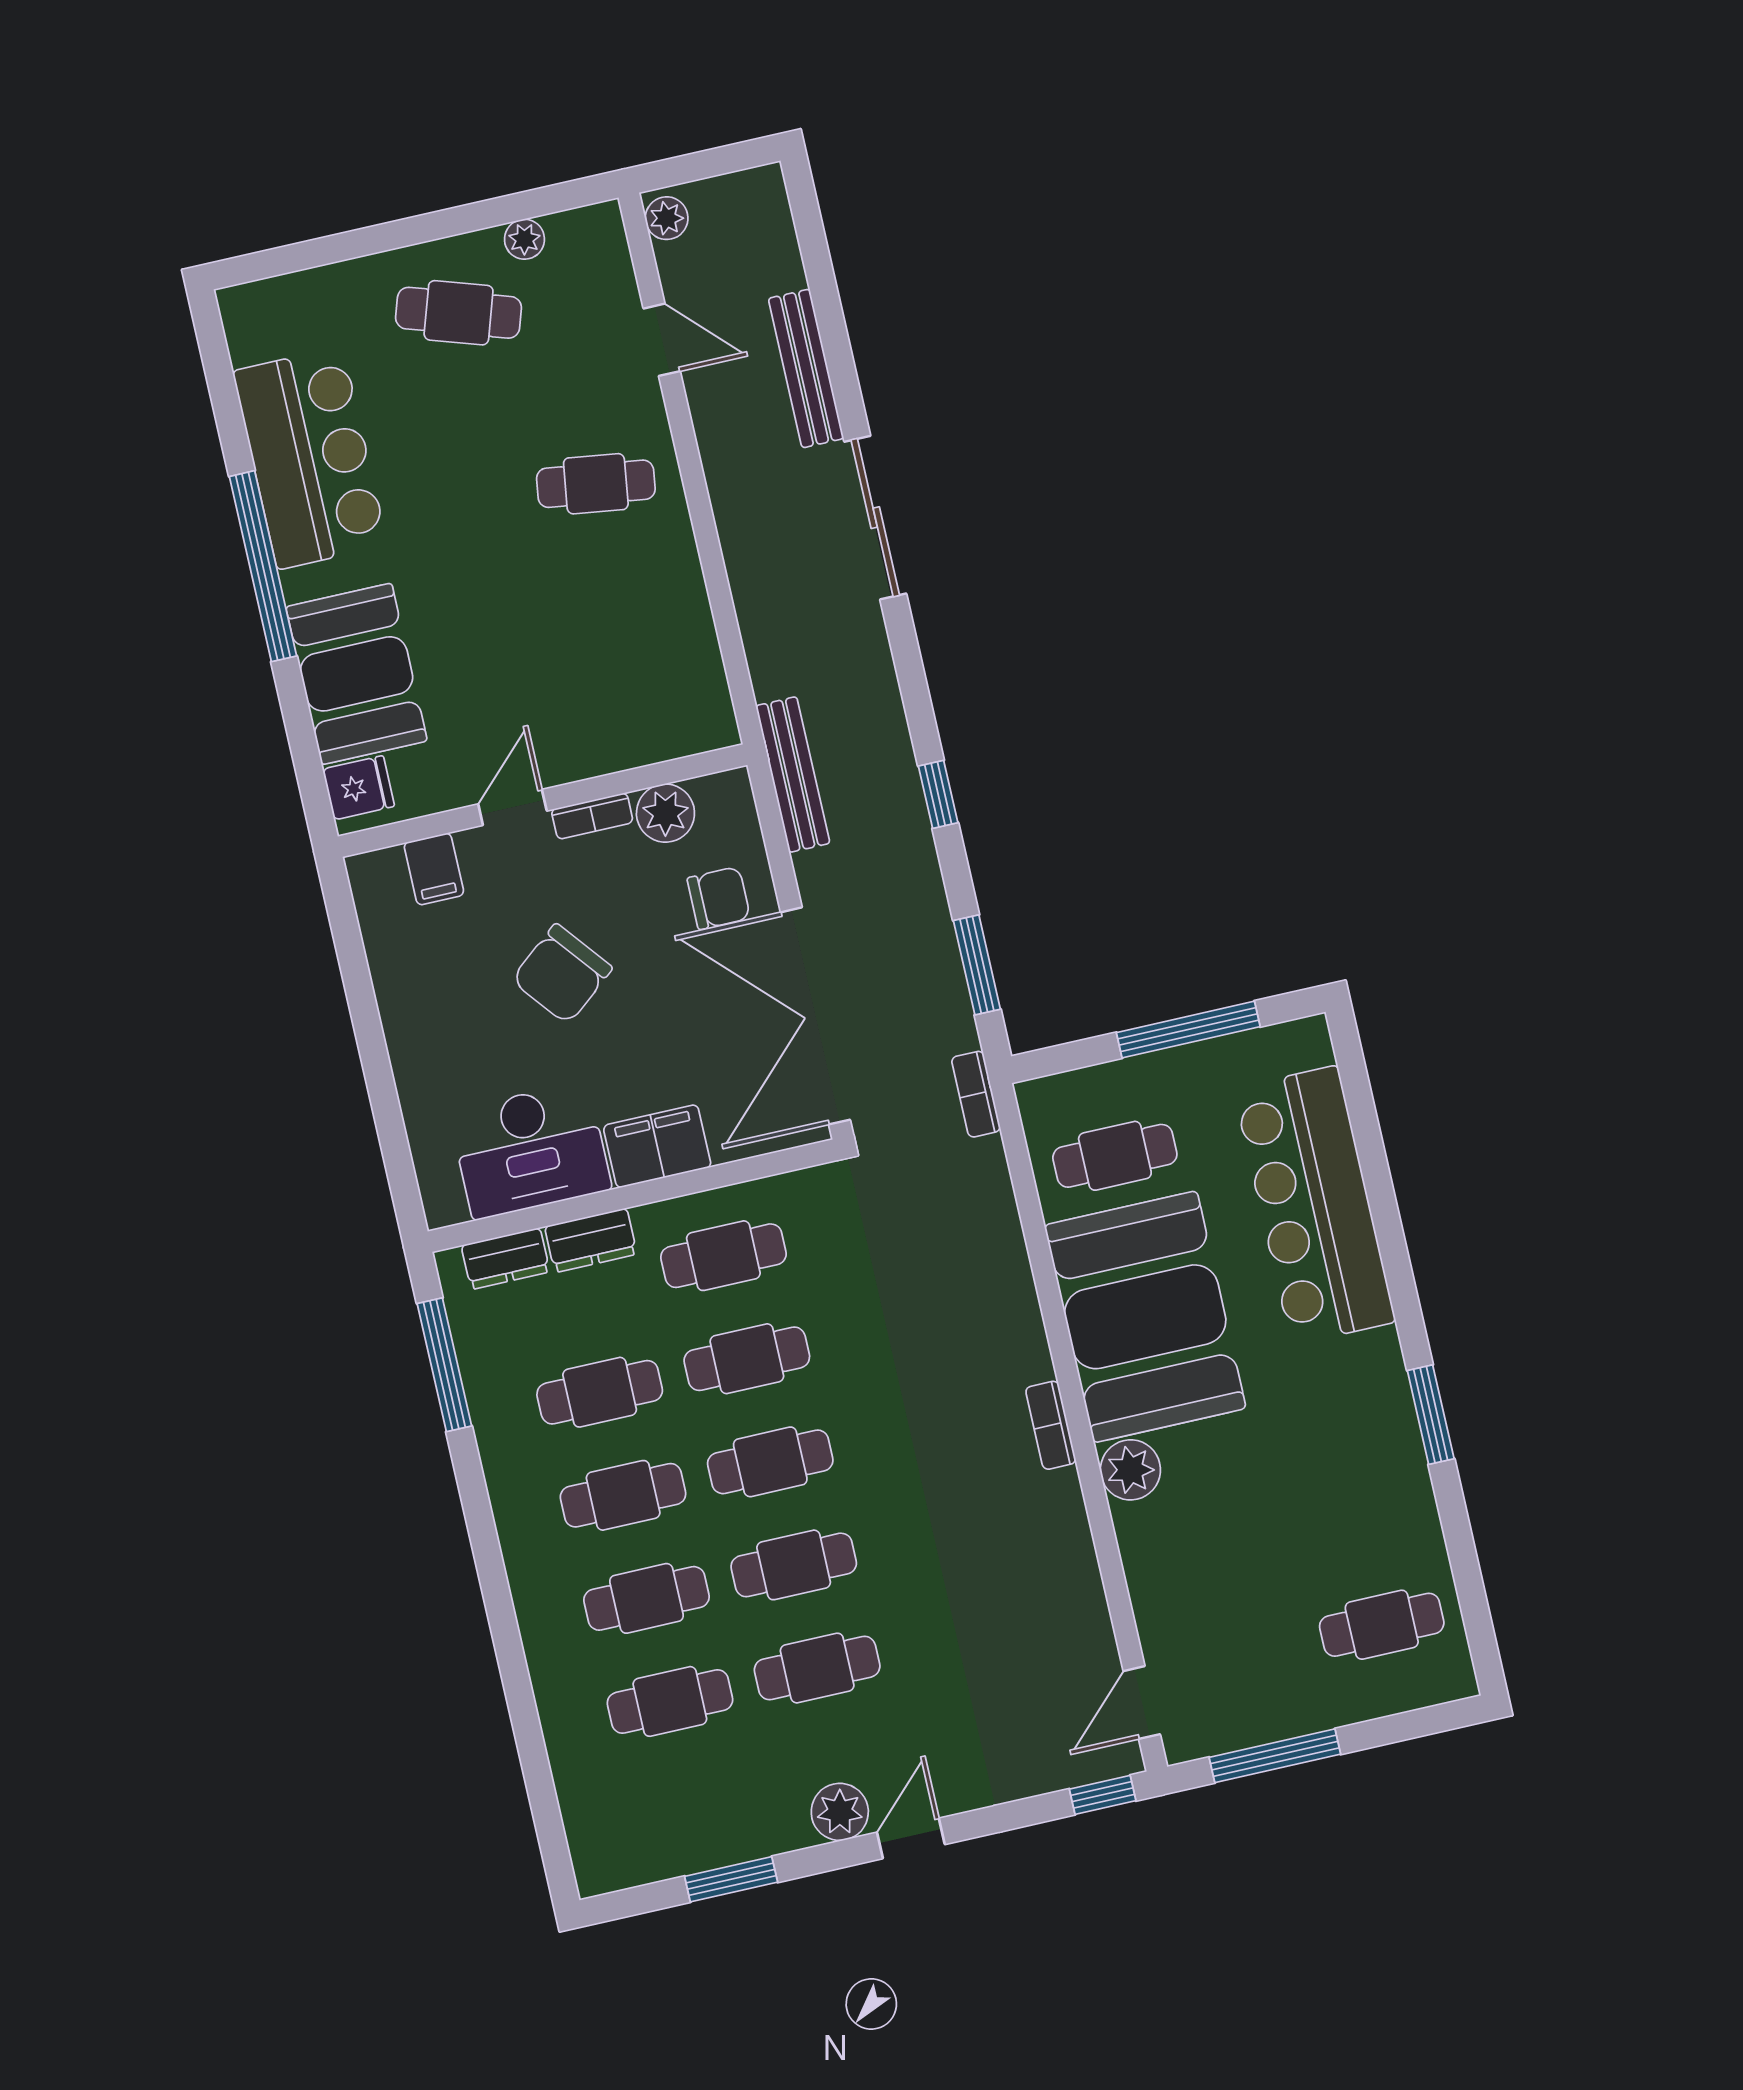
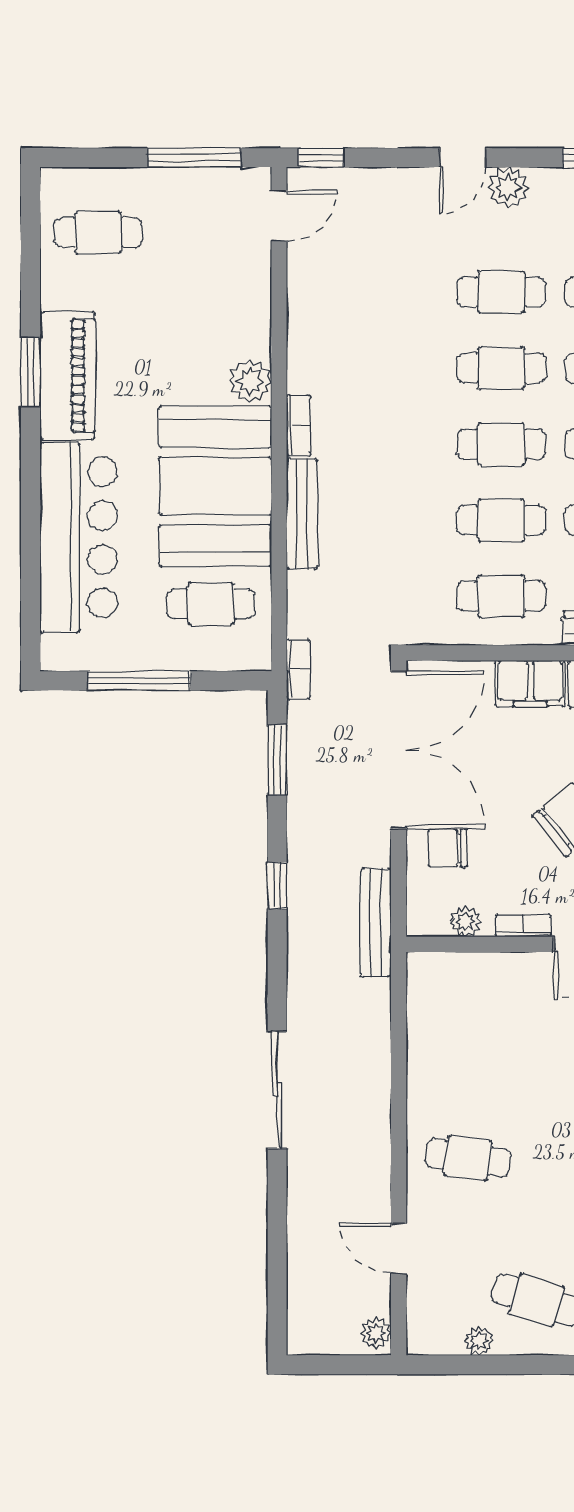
bench: (806, 368) -> (302, 514), moved
plant: (665, 813) -> (466, 922), width x0.73, depth x0.73
piano: (1379, 1421) -> (68, 376), added

